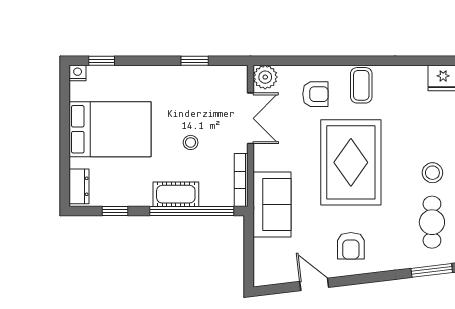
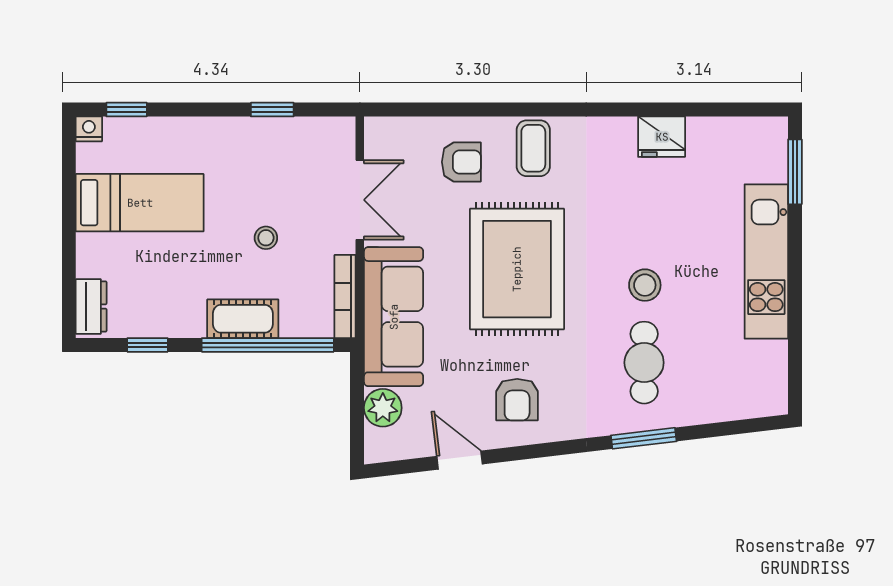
plant: (265, 77) -> (383, 408), moved
bed: (110, 129) -> (140, 203), width x0.67
sofa: (272, 205) -> (394, 317), width x1.36

